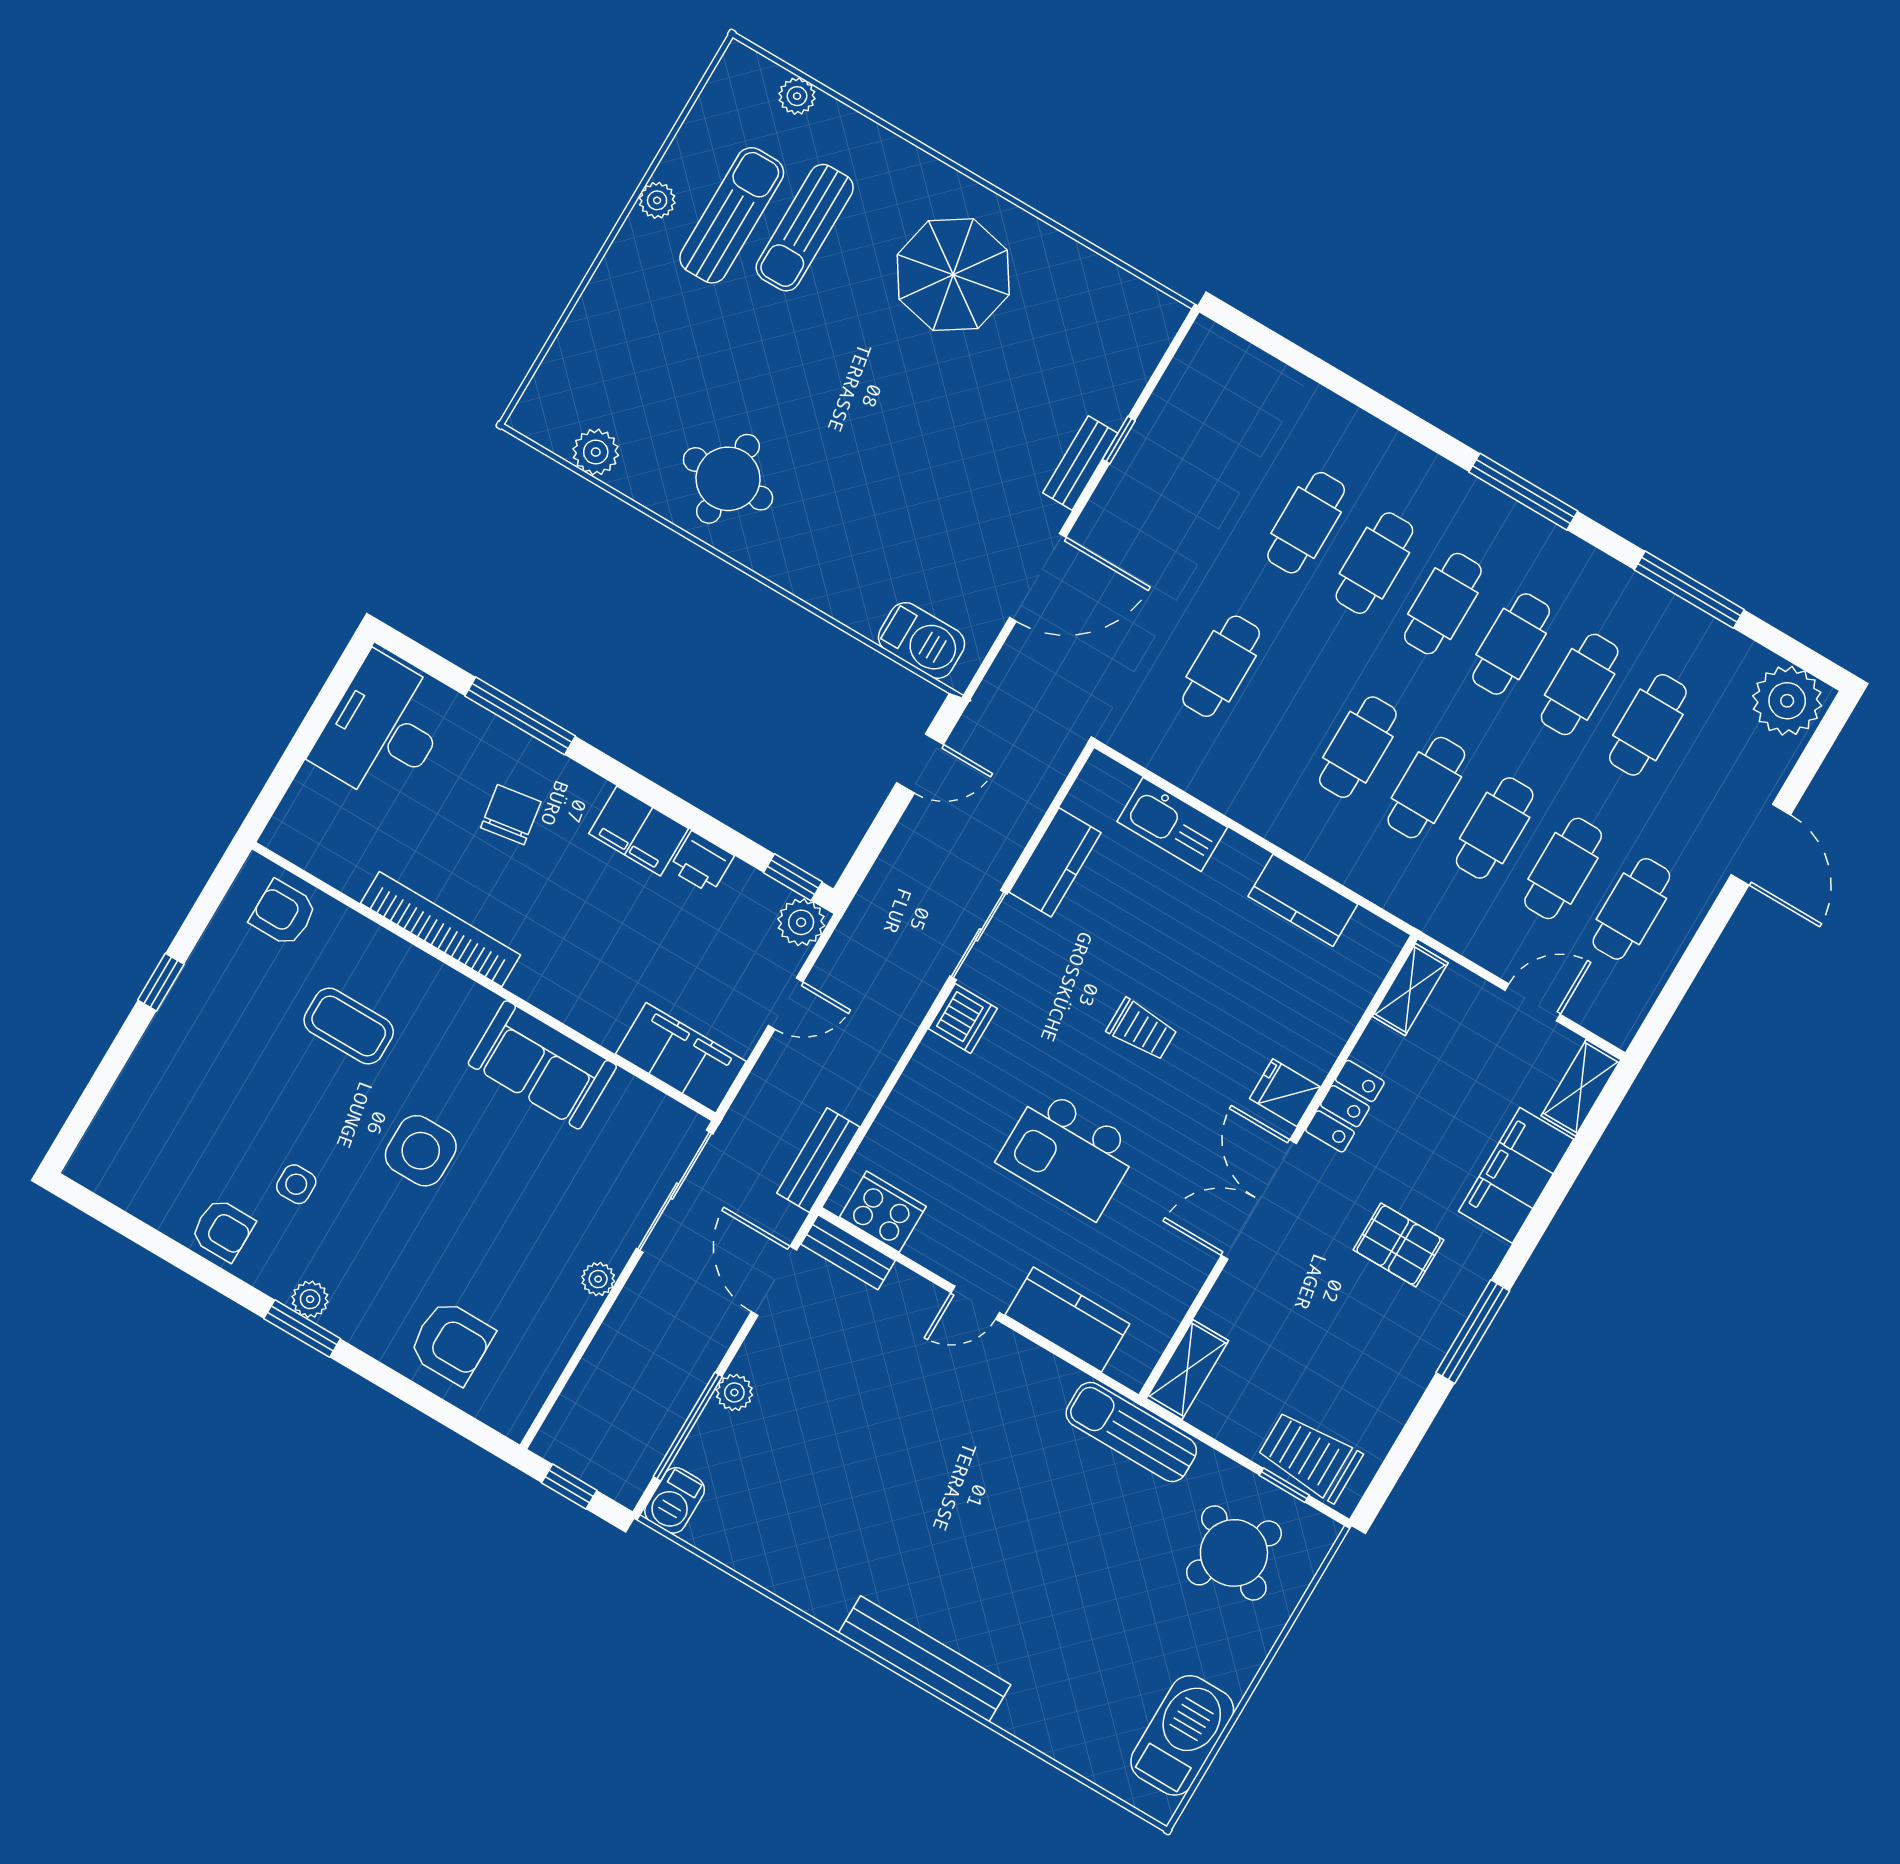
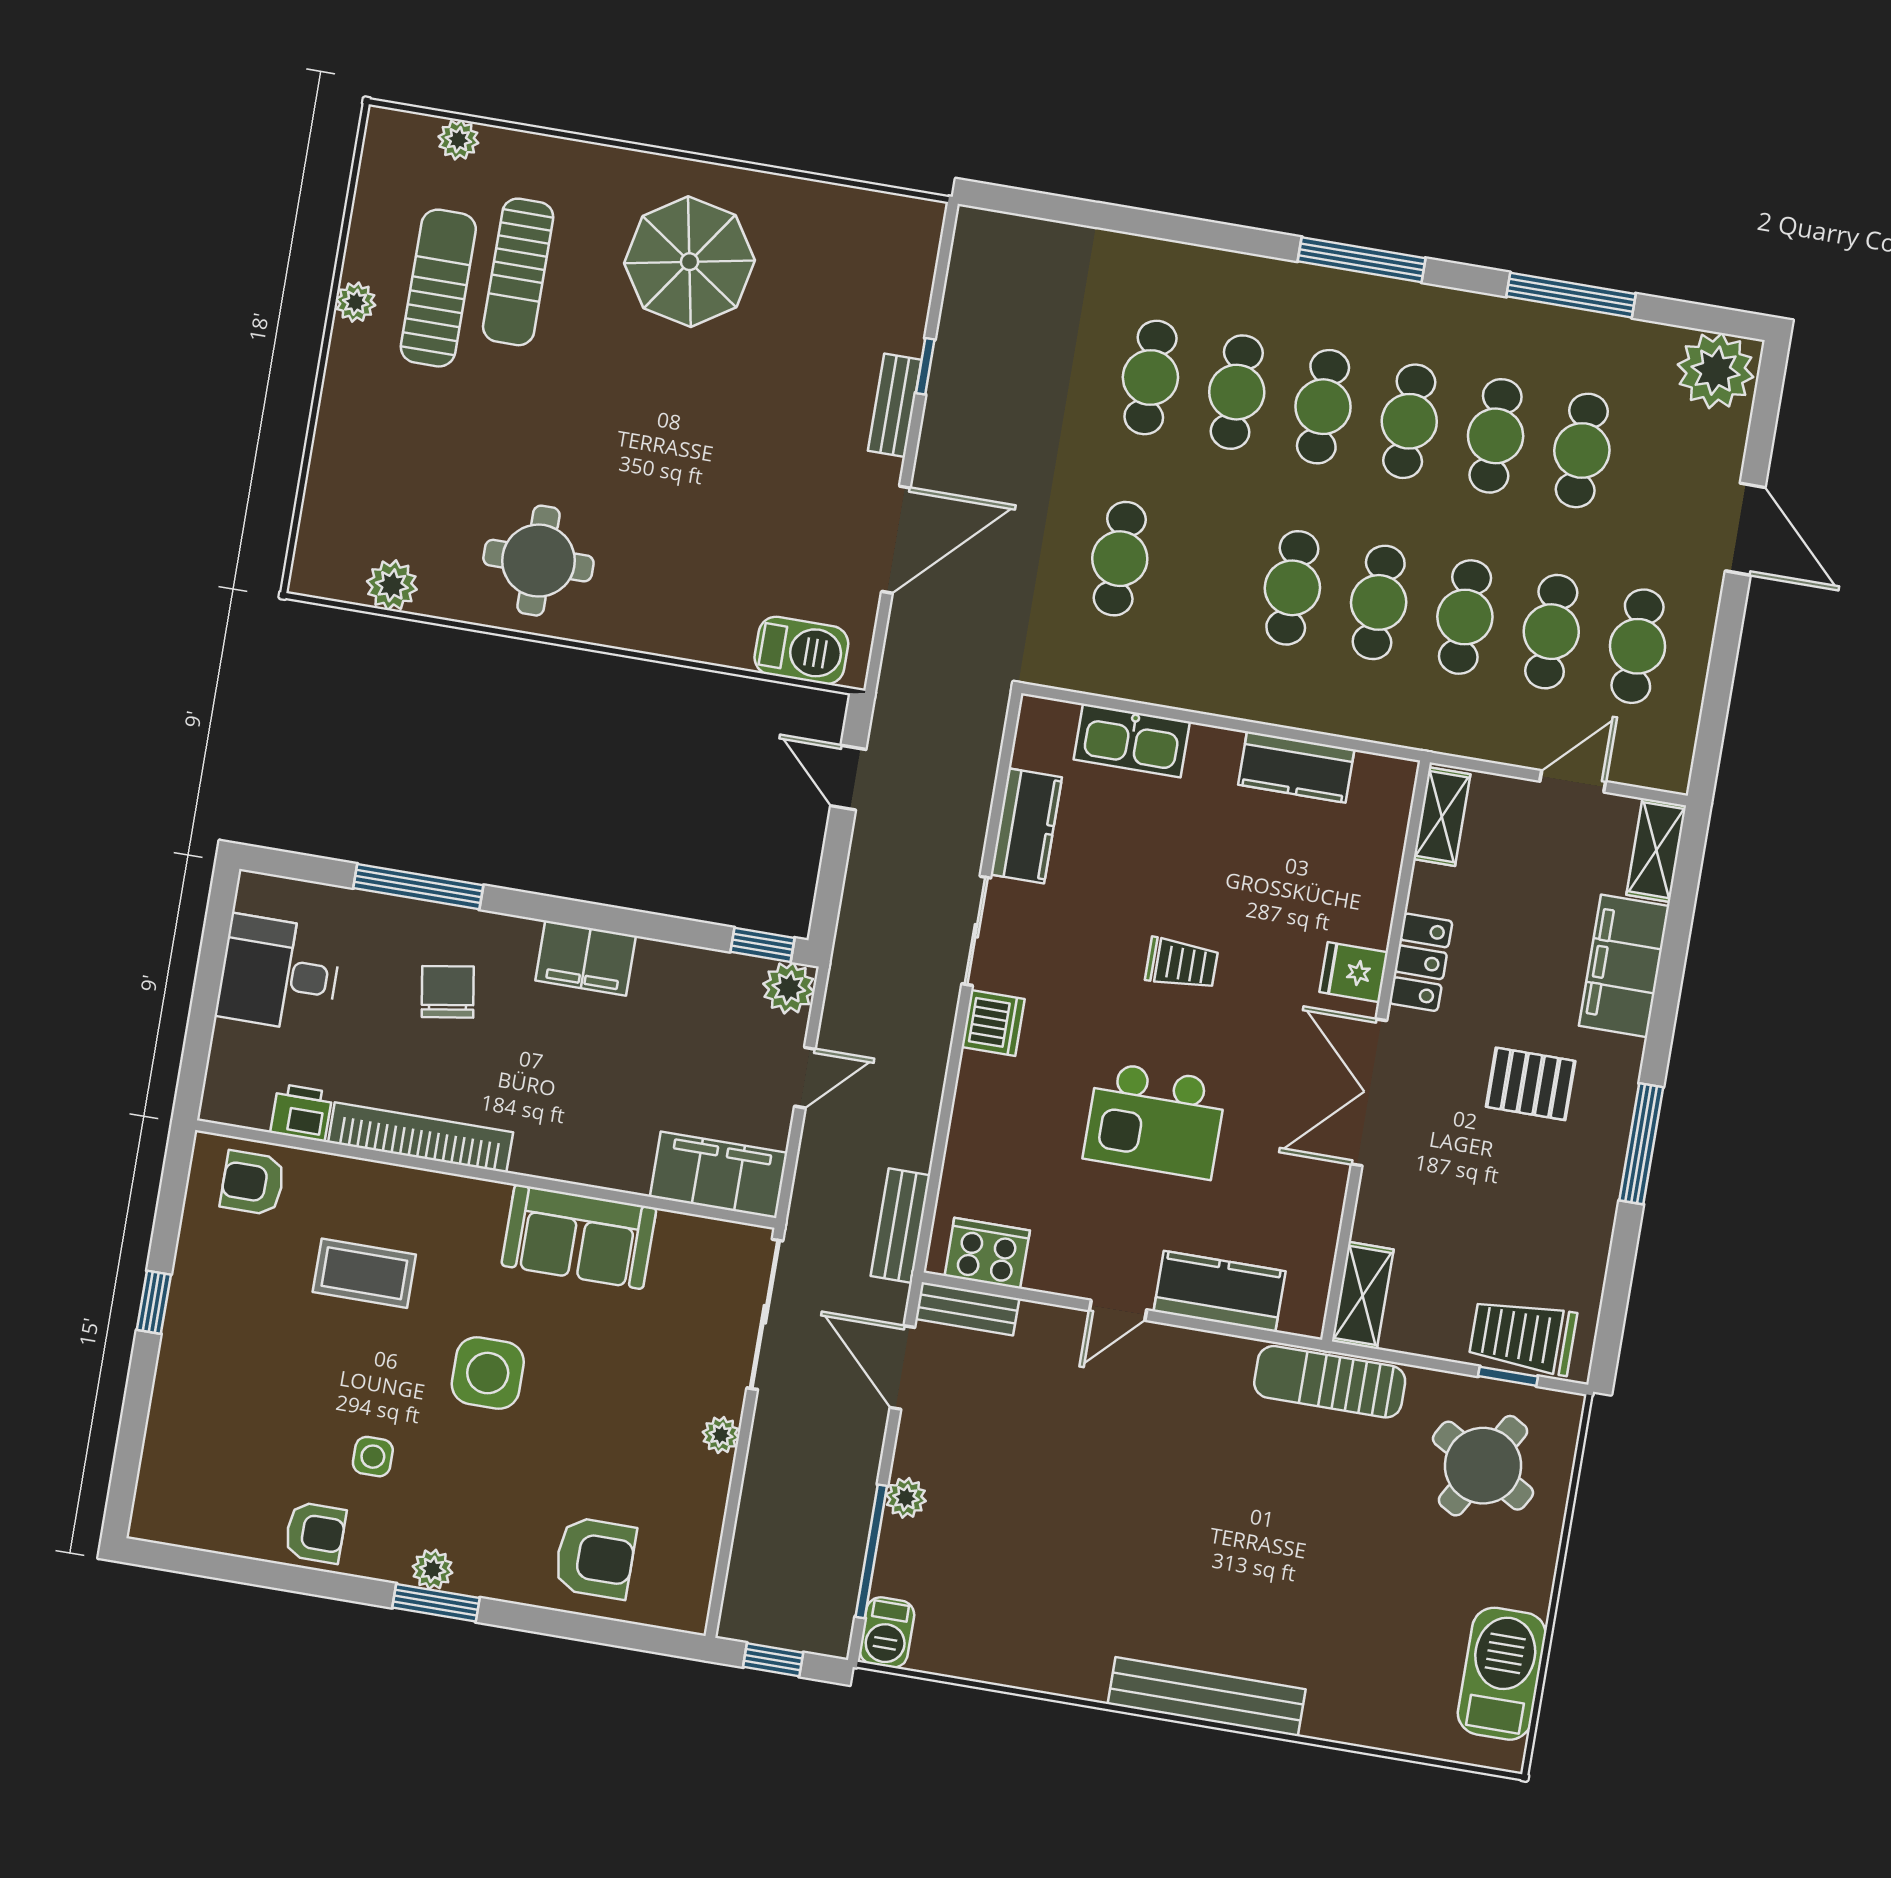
desk: (383, 729) -> (279, 974), width x0.73
door: (920, 764) -> (848, 778), swing flipped
printer: (702, 862) -> (301, 1113), moved, turned 180

